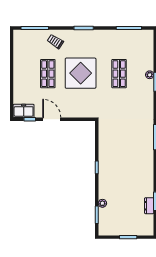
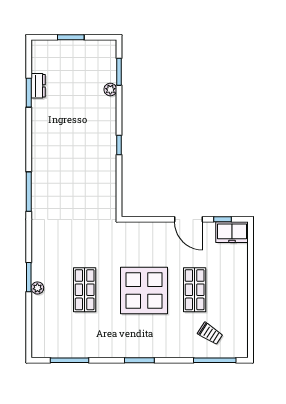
trolley: (55, 41) -> (210, 334), moved

